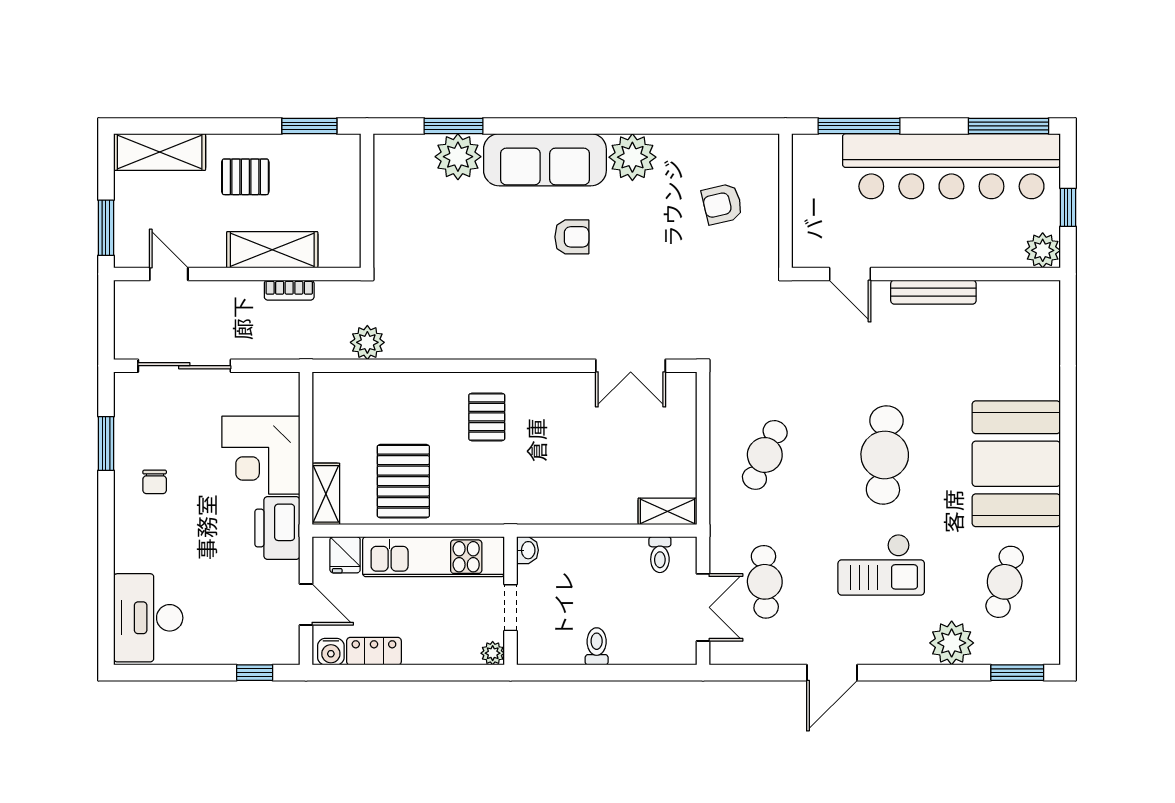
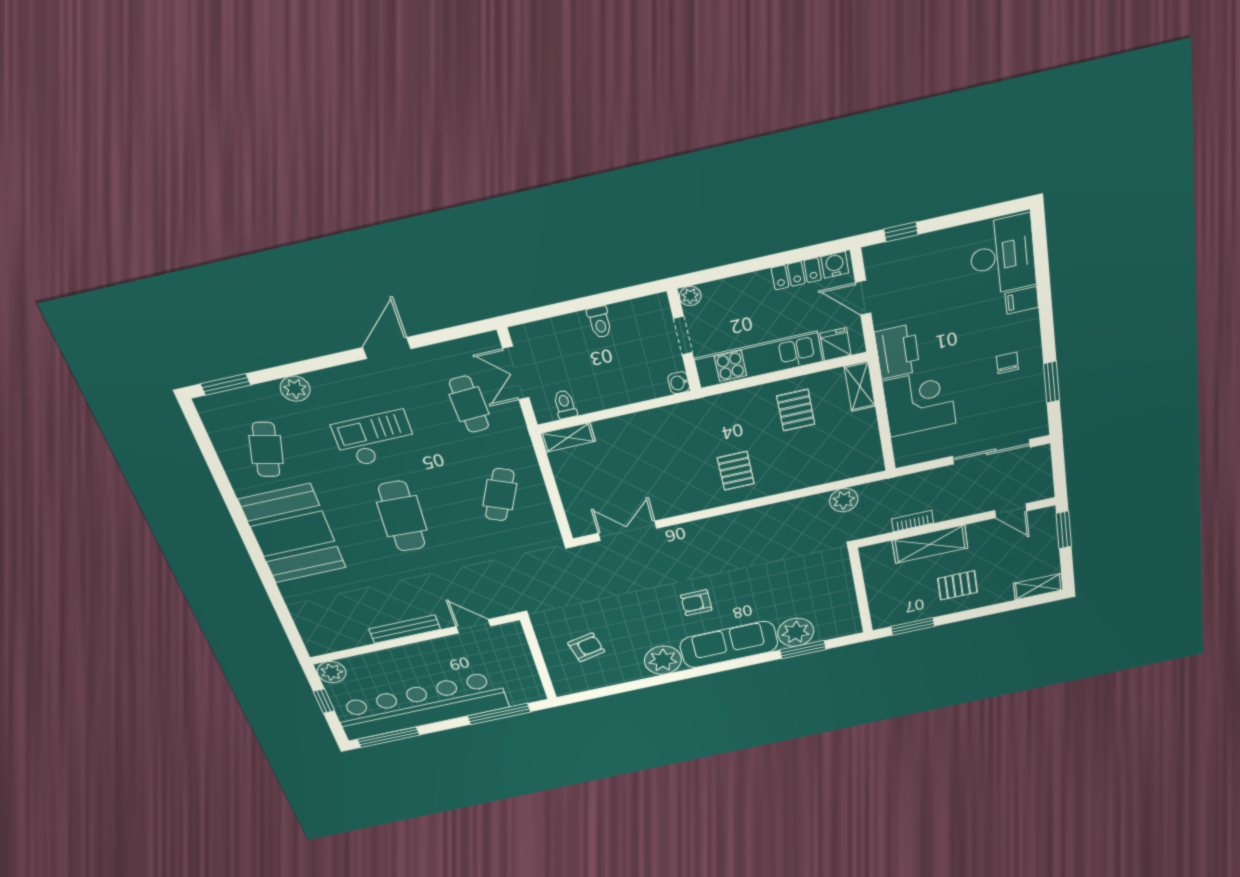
shelving: (160, 152) -> (1038, 587), width x0.67, depth x0.75
pallet: (403, 481) -> (796, 410), width x0.67, depth x0.71
filing cabinet: (131, 558) -> (1022, 300), added
plant: (952, 643) -> (295, 389), width x0.73, depth x0.73

